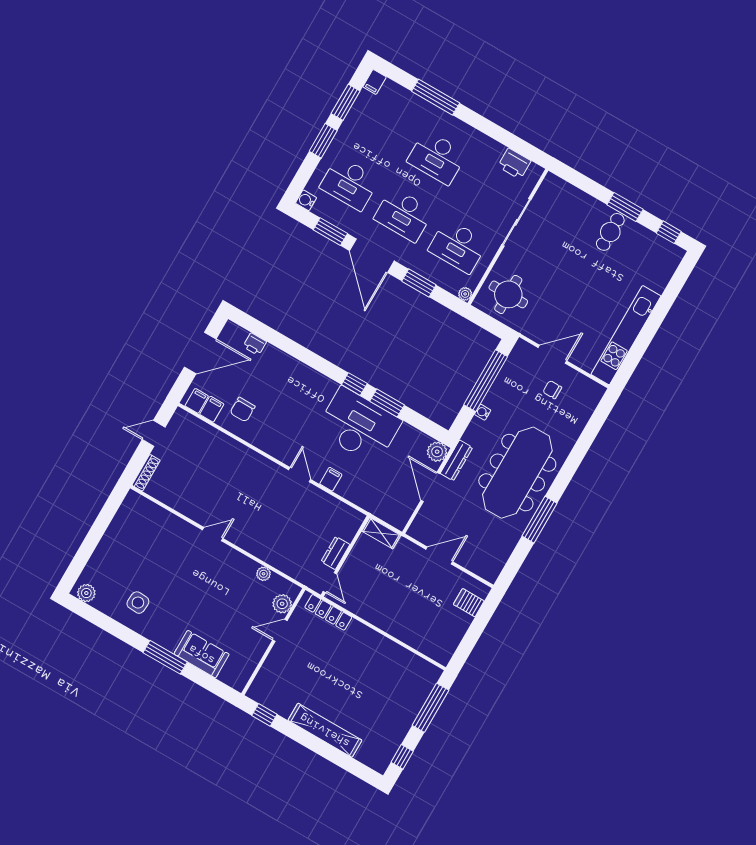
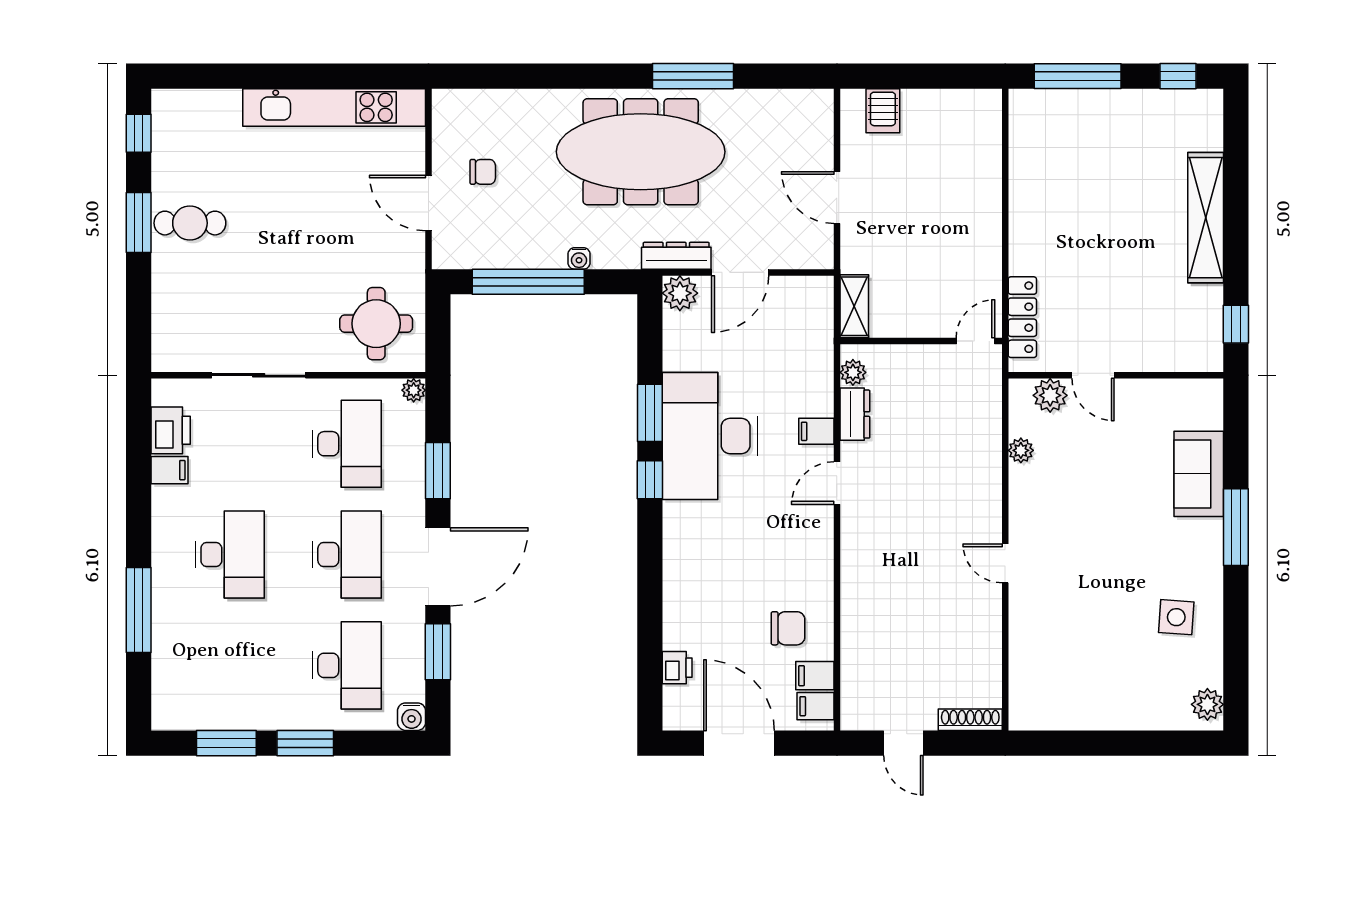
filing cabinet: (375, 82) -> (169, 470), moved
chair: (552, 390) -> (483, 172), turned -90
plant: (349, 514) -> (853, 372), added
dresser: (335, 553) -> (855, 414), moved, turned -90

